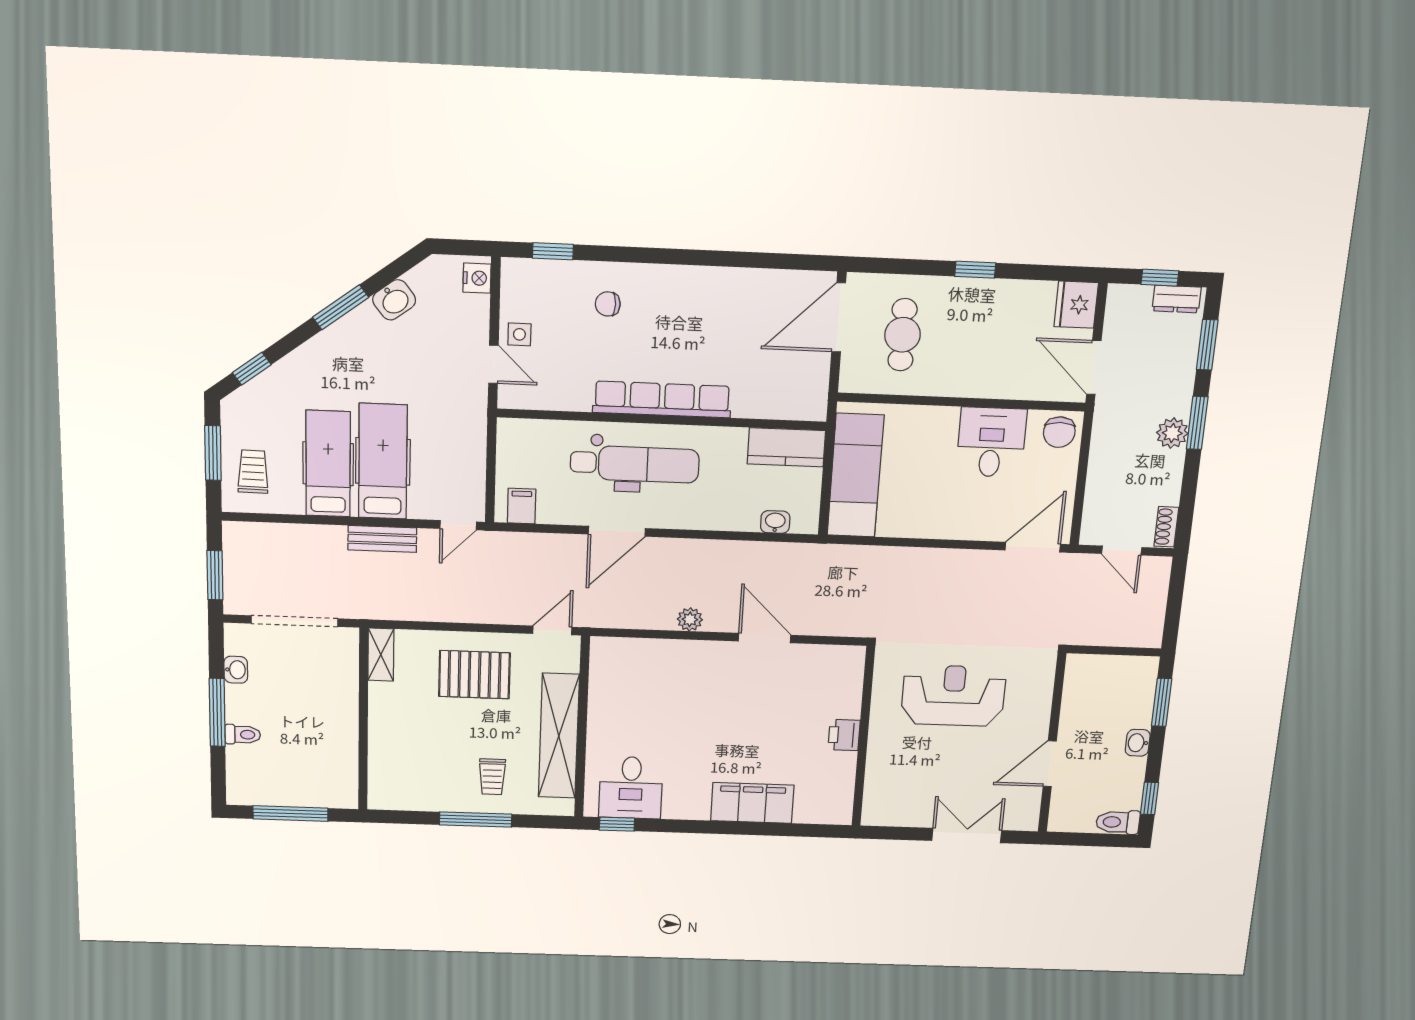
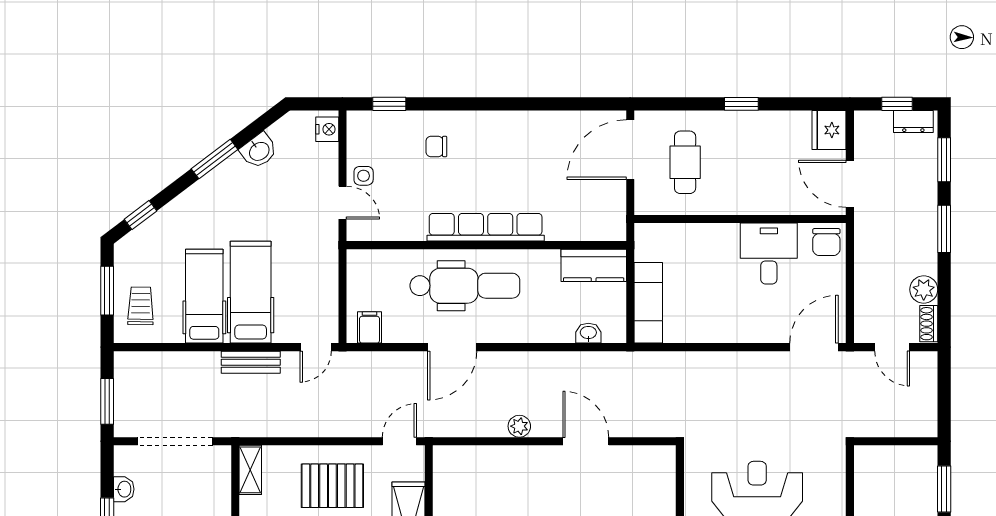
plant: (1172, 433) -> (924, 290), moved
exam couch: (856, 475) -> (648, 303), width x0.73, depth x0.69

